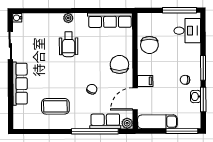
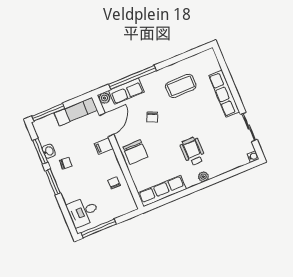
chair: (149, 45) -> (114, 183), width x0.54, depth x0.54

